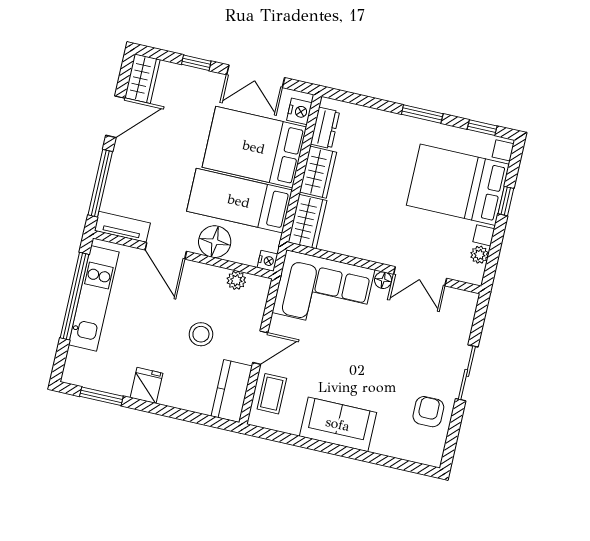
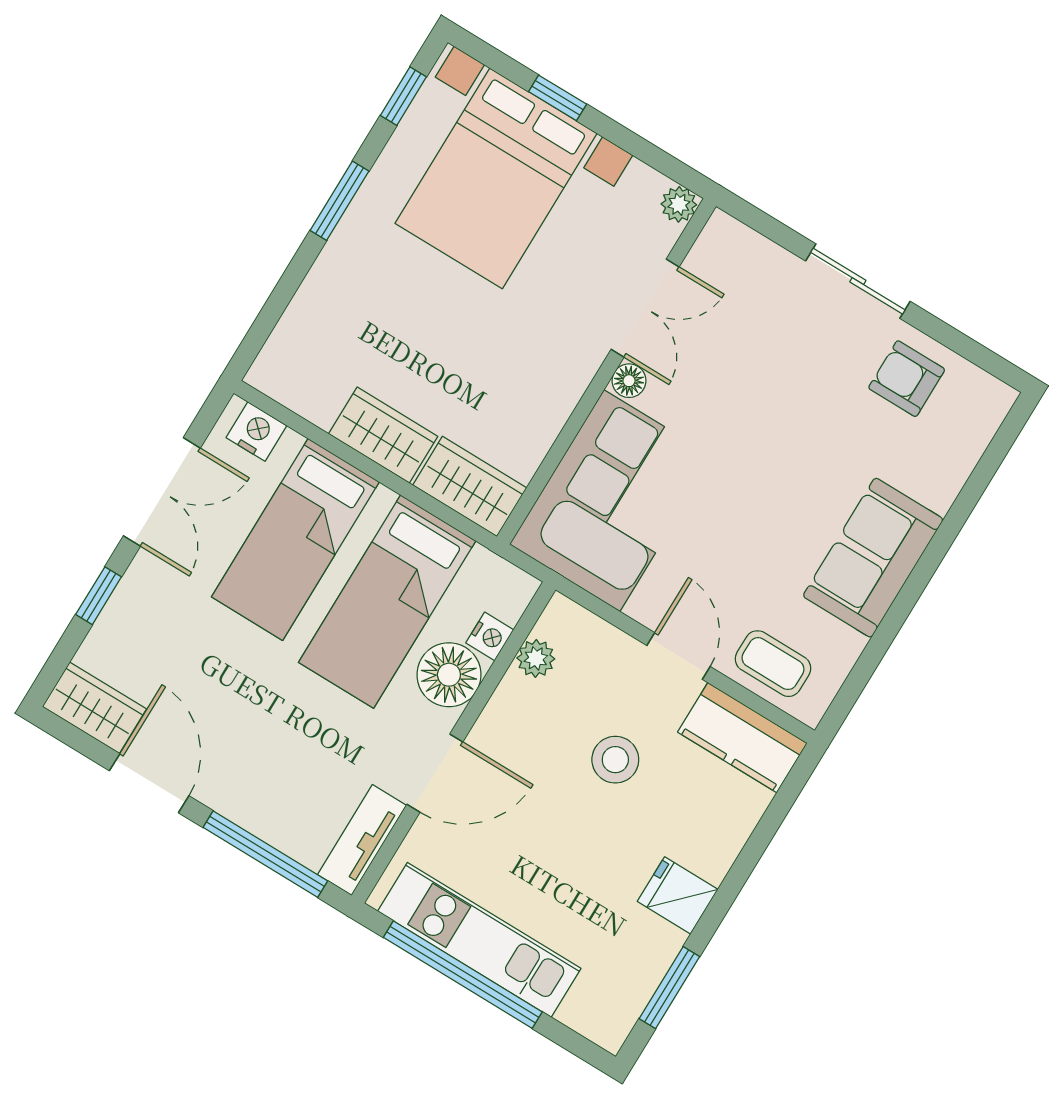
dresser: (325, 128) -> (304, 394), removed
bed: (254, 147) -> (295, 539), width x0.67
plant: (479, 255) -> (679, 204), moved
nightstand: (267, 261) -> (490, 636), moved, turned 90

